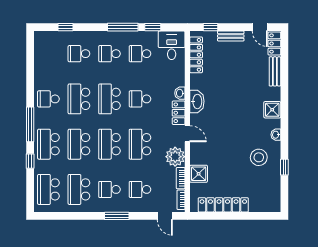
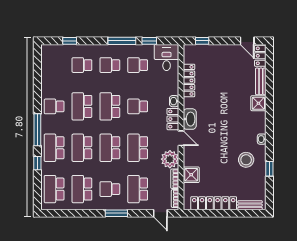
bench: (231, 36) -> (250, 205), moved
locker: (196, 55) -> (189, 80), moved
washbasin: (197, 101) -> (190, 119), moved
shower: (272, 110) -> (258, 103), moved
school desk: (140, 189) -> (138, 189), width x1.85

